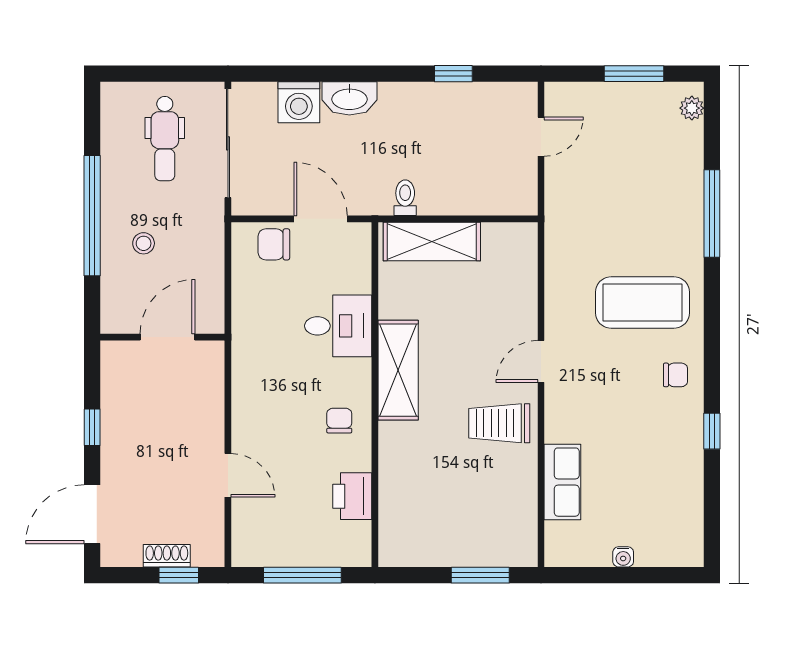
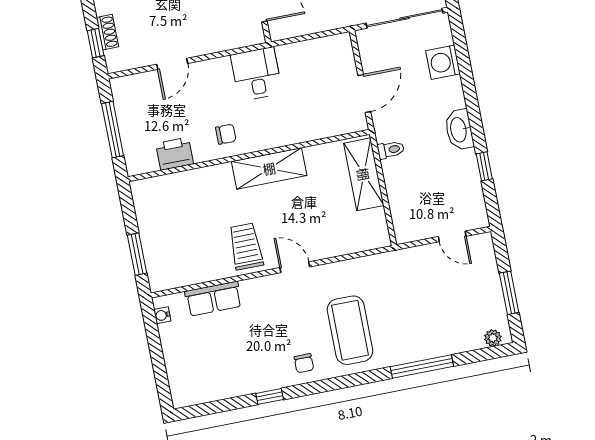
washbasin: (349, 98) -> (459, 130), moved
chair: (274, 244) -> (340, 64), removed
desk: (338, 326) -> (256, 74), moved, turned 180
water cooler: (623, 557) -> (162, 315), moved

